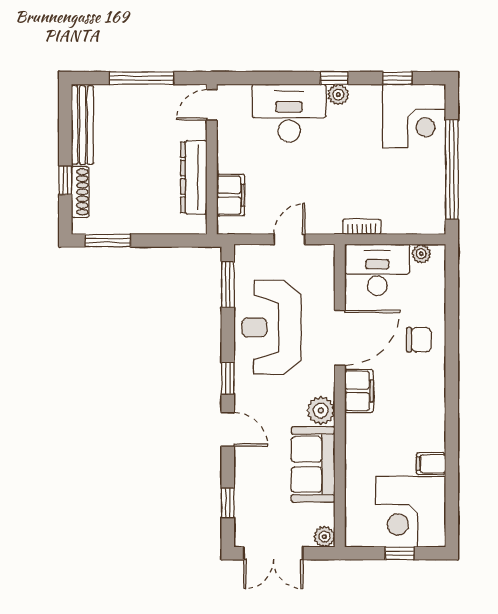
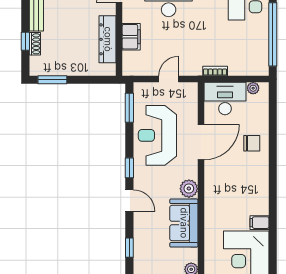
shoe rack: (80, 192) -> (35, 44), width x0.70
filing cabinet: (231, 195) -> (131, 37), moved
filing cabinet: (359, 391) -> (213, 176), removed

